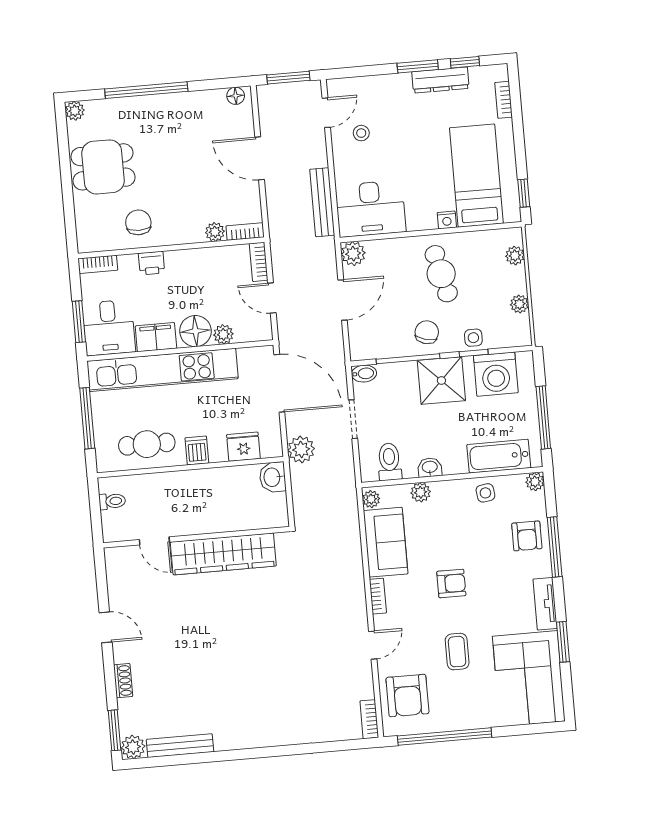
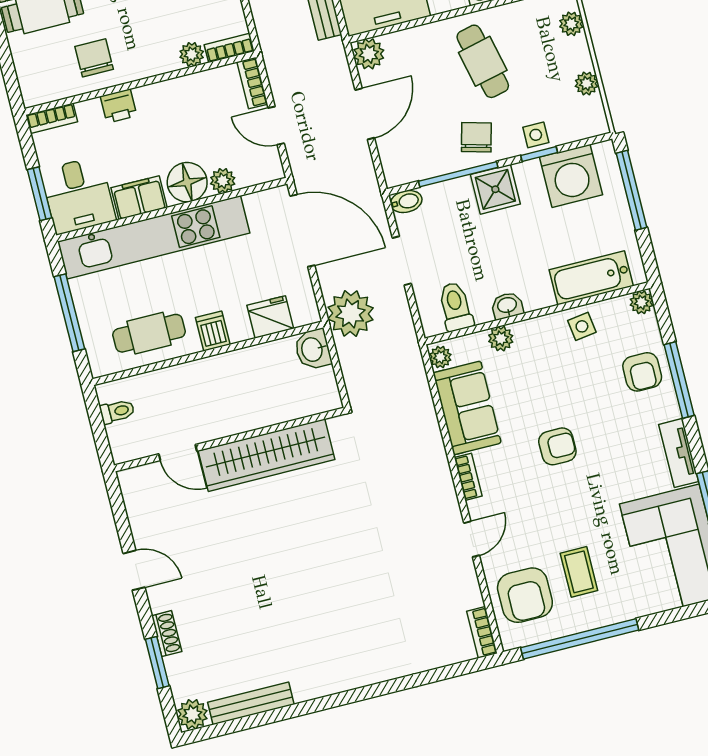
shower: (441, 380) -> (495, 189), width x0.73, depth x0.73
window: (543, 417) -> (632, 190), moved
plant: (301, 449) -> (351, 314), width x1.36, depth x1.36
coffee table: (457, 652) -> (579, 572), moved
window: (115, 730) -> (157, 663), moved

